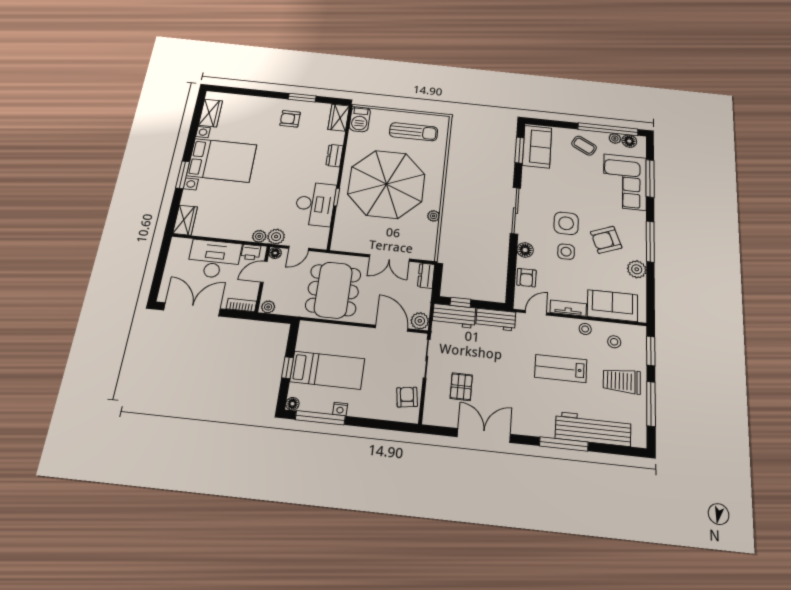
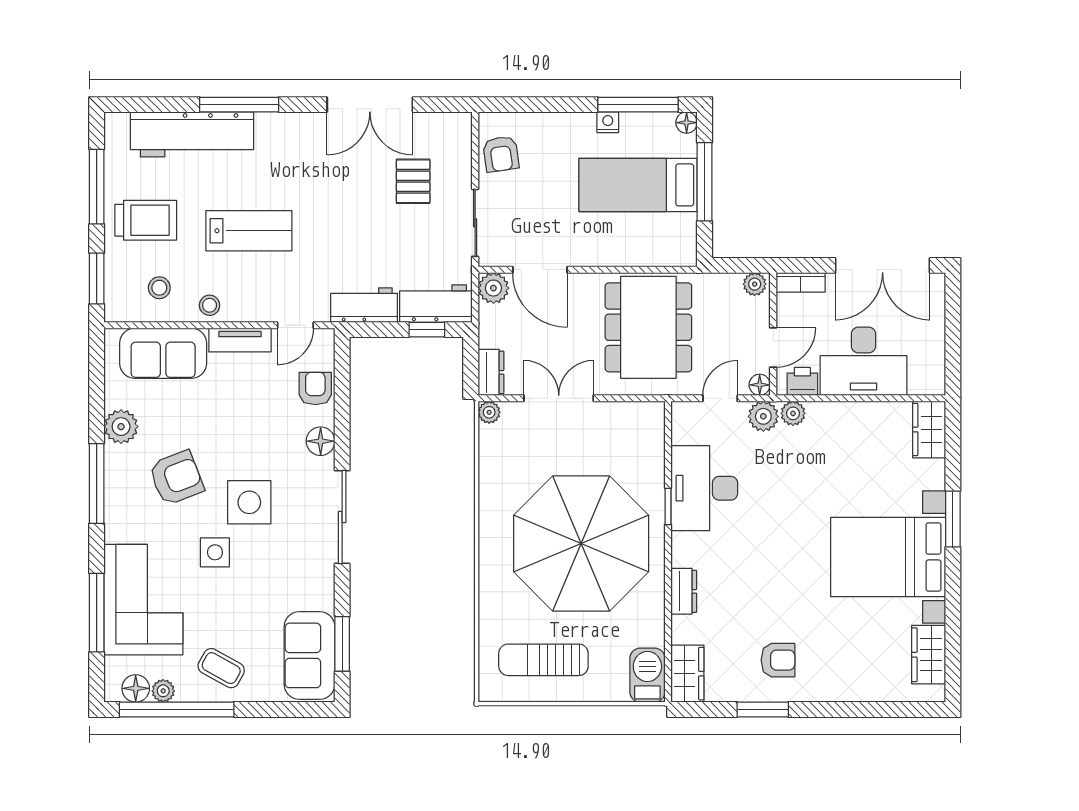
plant: (434, 216) -> (489, 412), moved
side table: (566, 252) -> (215, 552), moved
window: (287, 368) -> (705, 182), width x2.17

